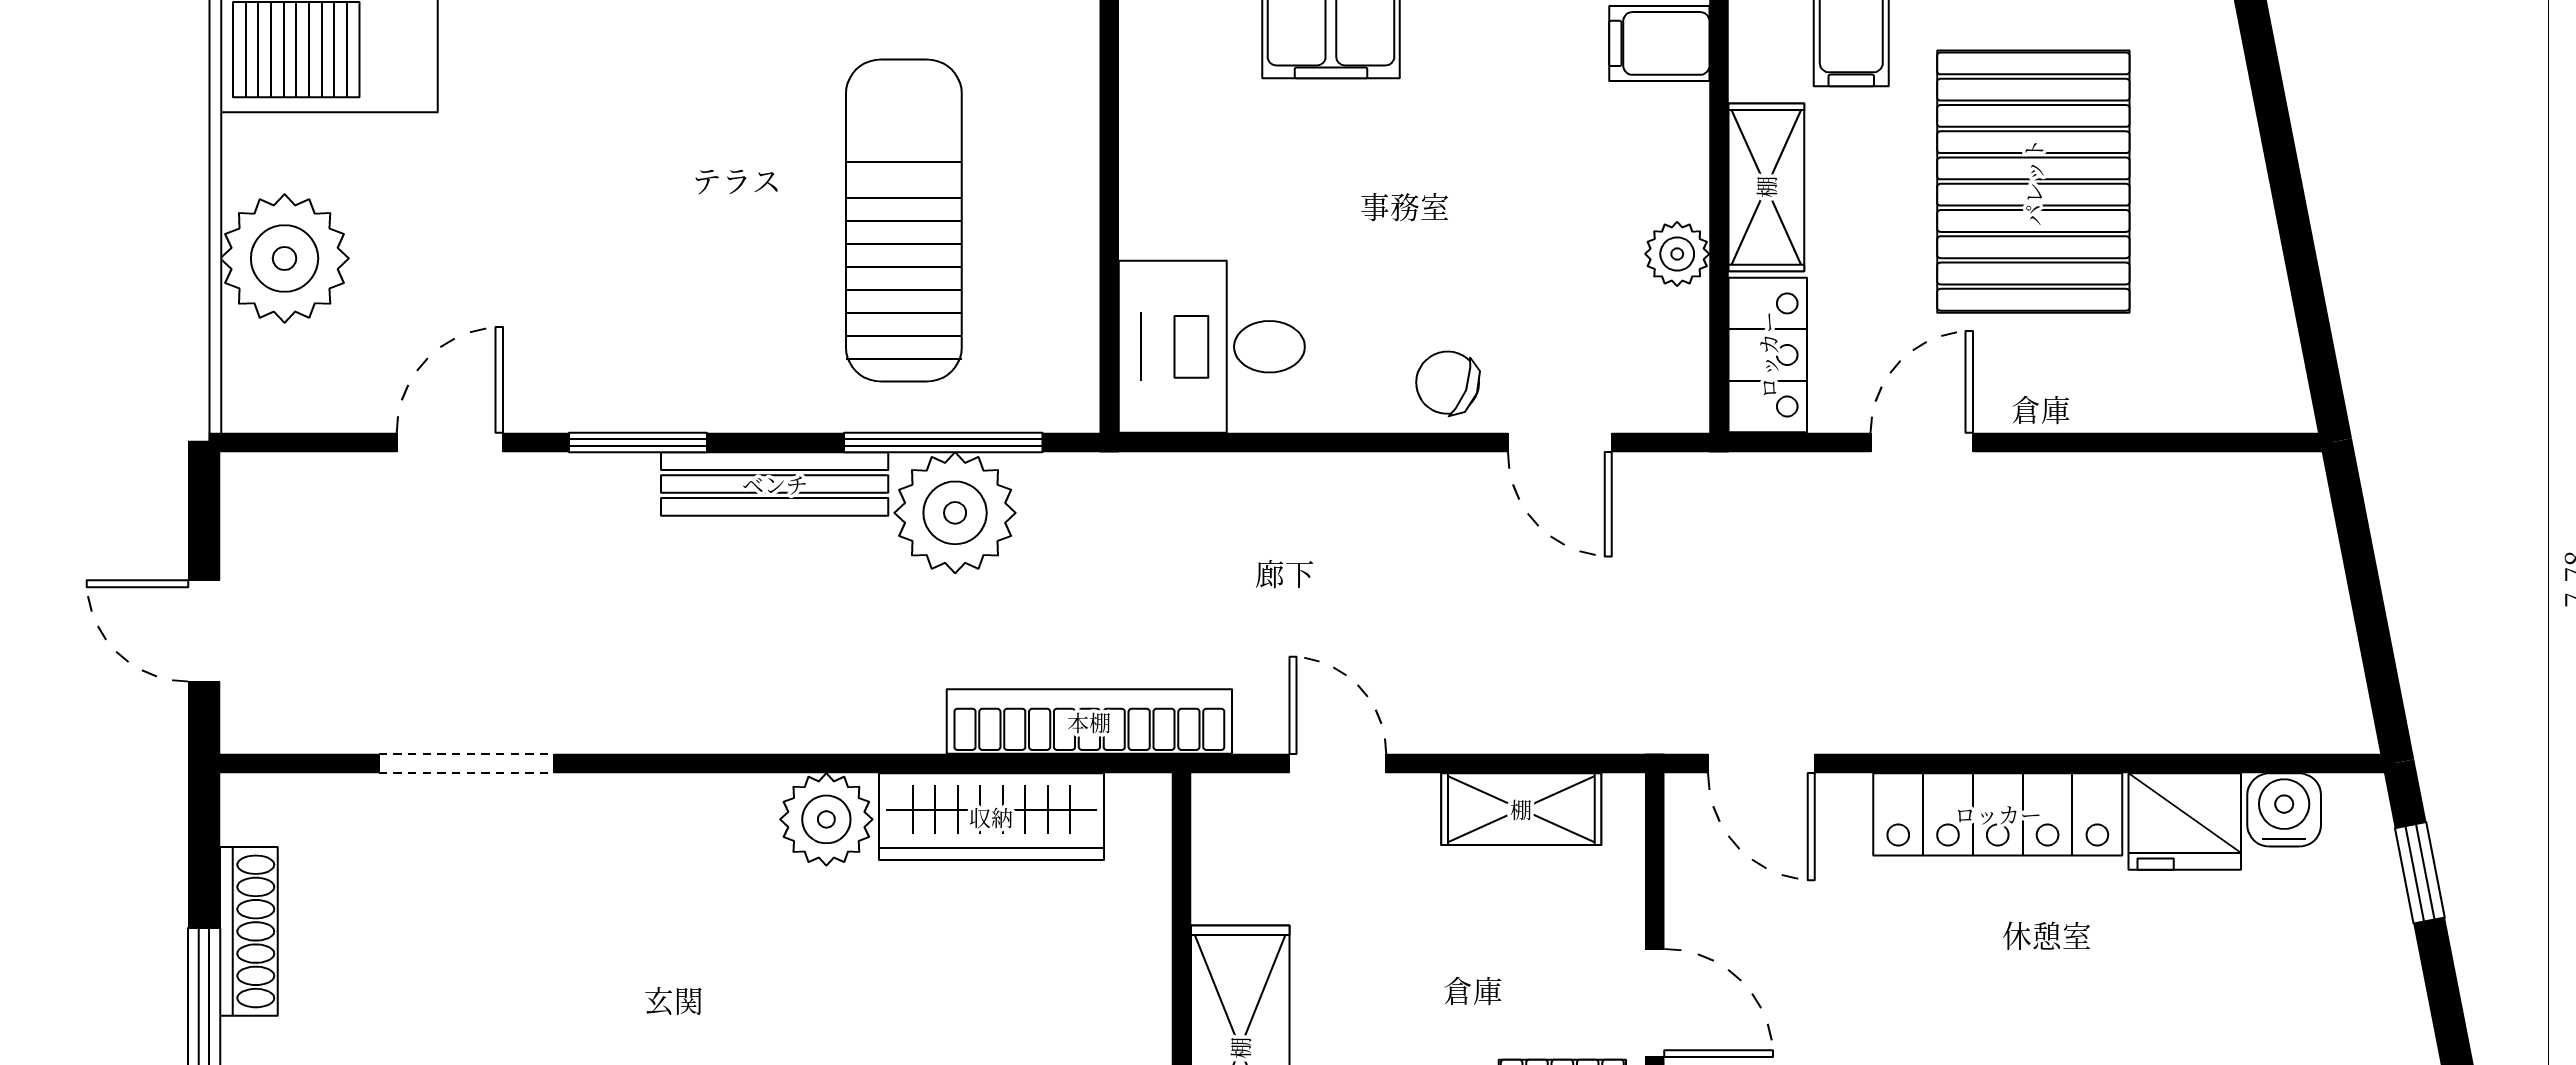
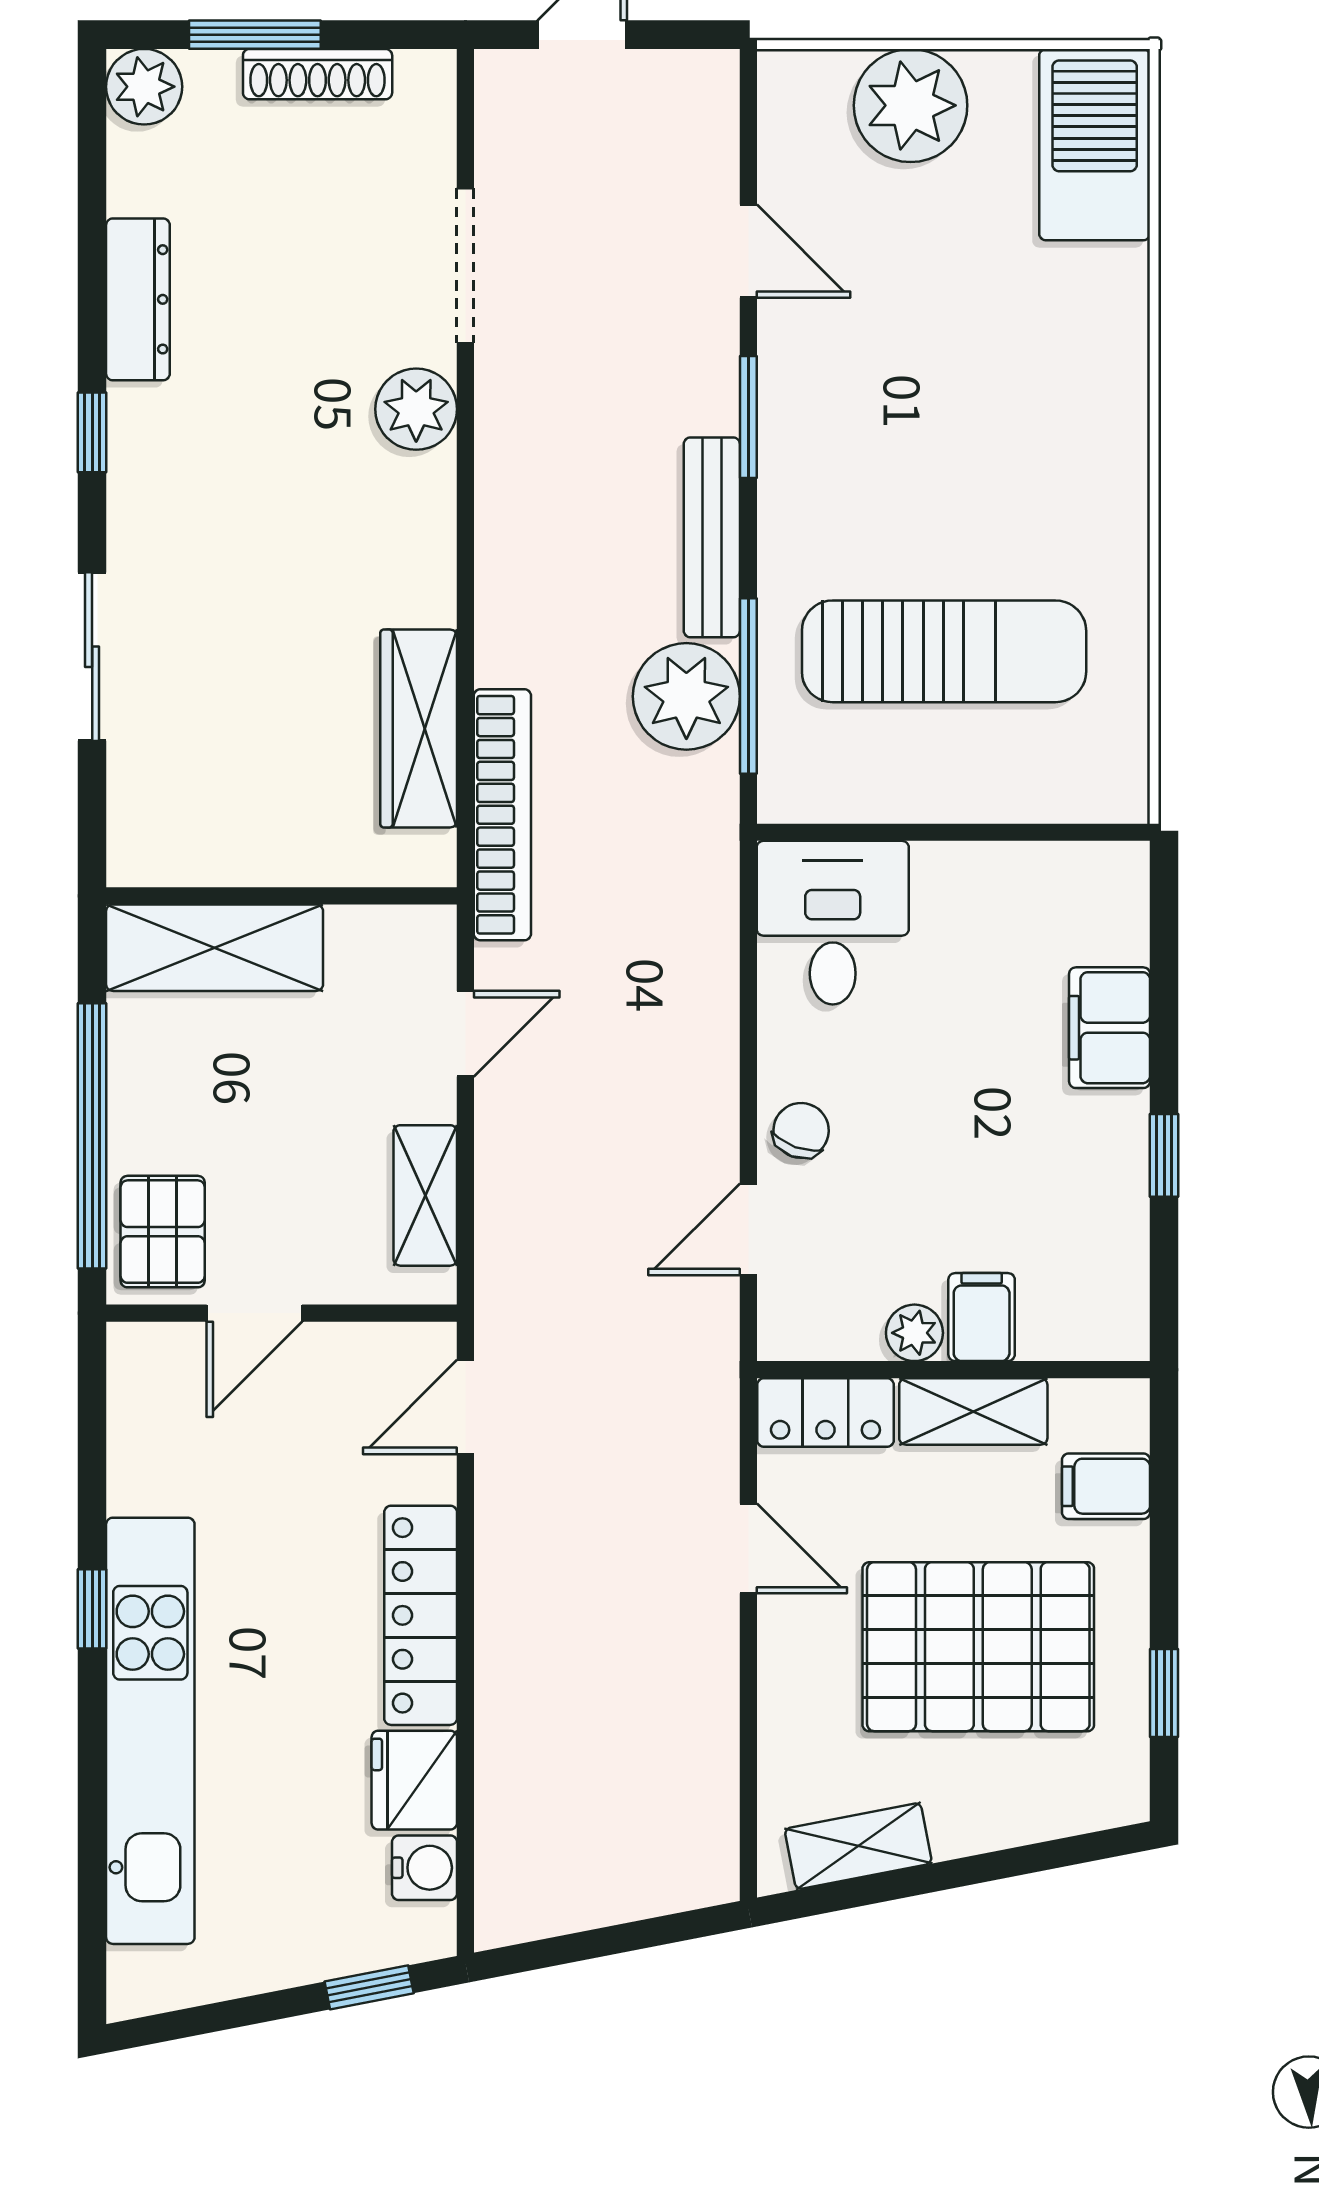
filing cabinet: (1659, 43) -> (982, 1317), moved
shelving: (2260, 318) -> (858, 1846), added
plant: (826, 819) -> (416, 409), moved

